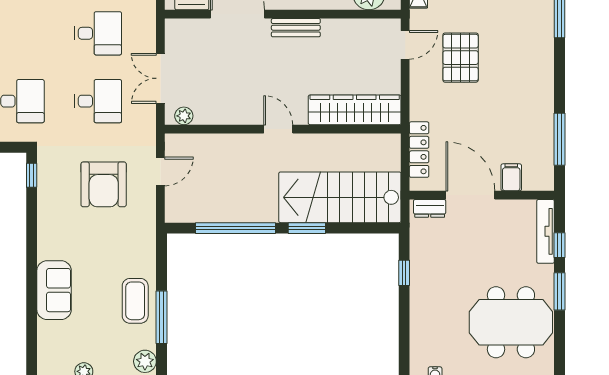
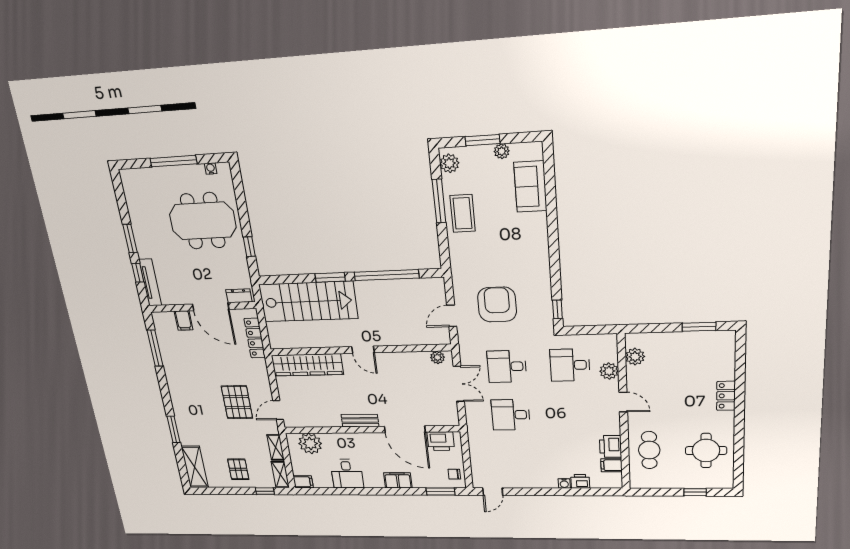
sofa: (54, 290) -> (530, 187), moved
meeting table: (511, 322) -> (203, 221), moved

